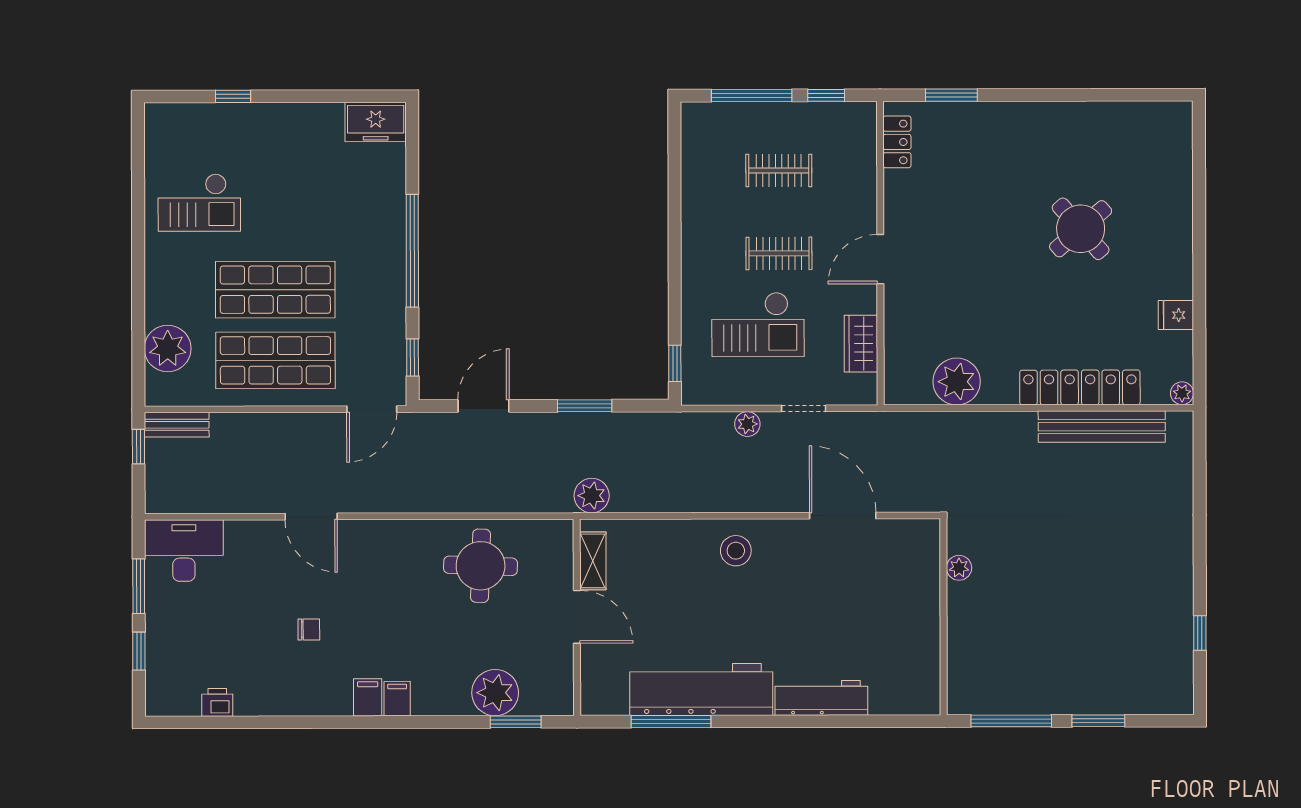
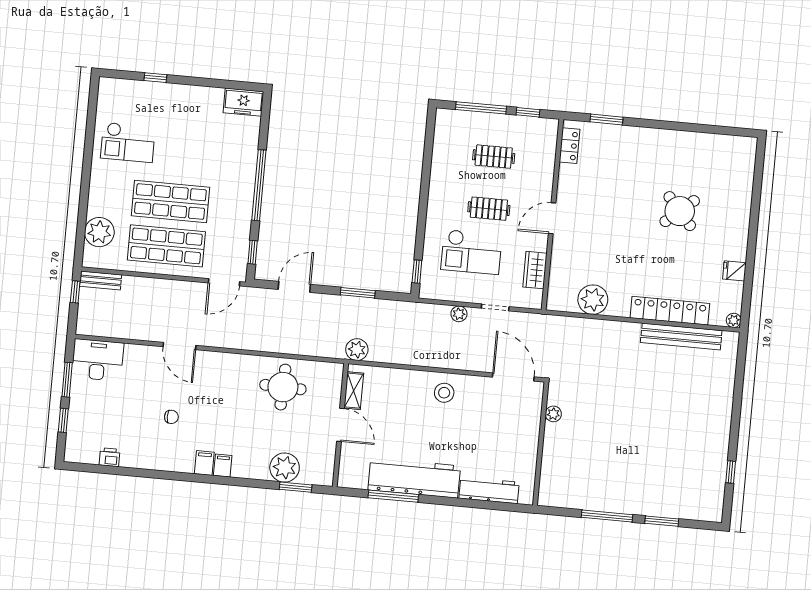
plant: (959, 568) -> (553, 414), moved
wall: (944, 617) -> (541, 444), moved

